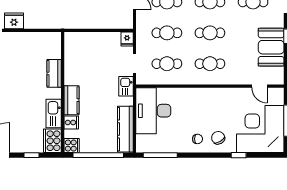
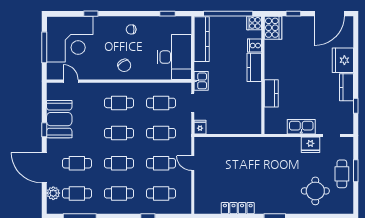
kitchen sink: (54, 113) -> (301, 127), moved, turned -90
chair: (218, 138) -> (124, 65), moved
window: (160, 155) -> (168, 14), width x0.46

